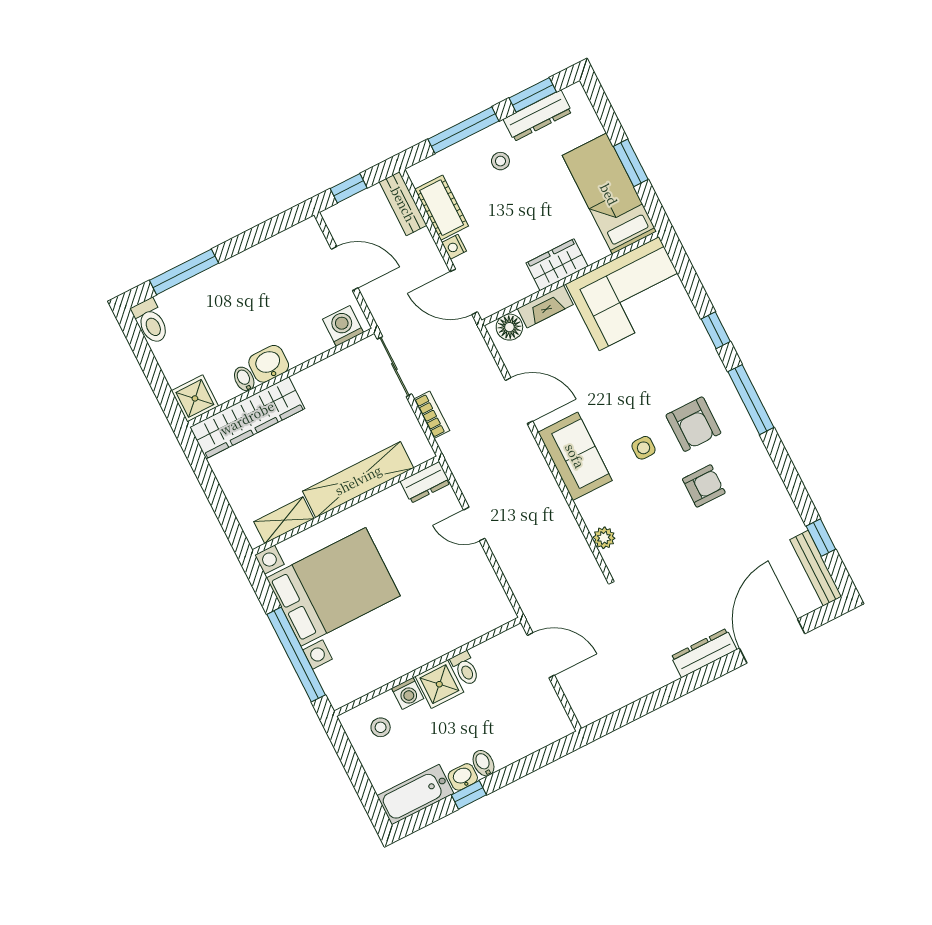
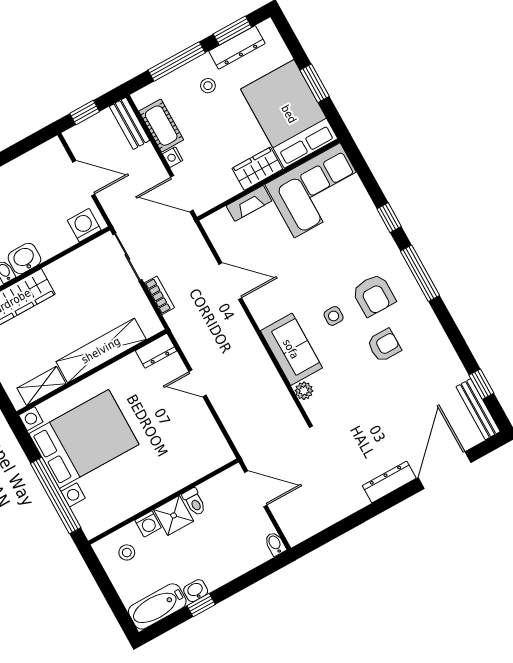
bed: (609, 194) -> (289, 114), width x1.50
floor lamp: (509, 327) -> (220, 221), removed
sofa: (575, 456) -> (291, 349), moved
bidet: (483, 763) -> (275, 544), moved

